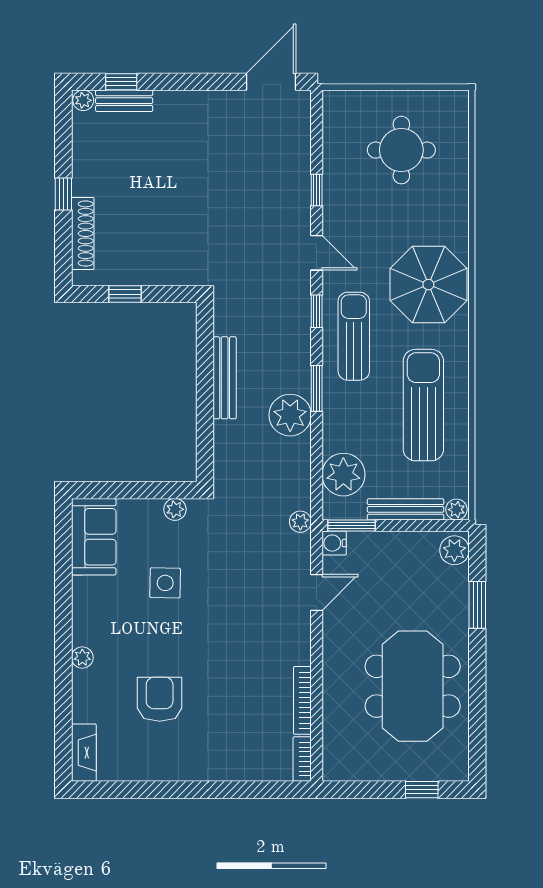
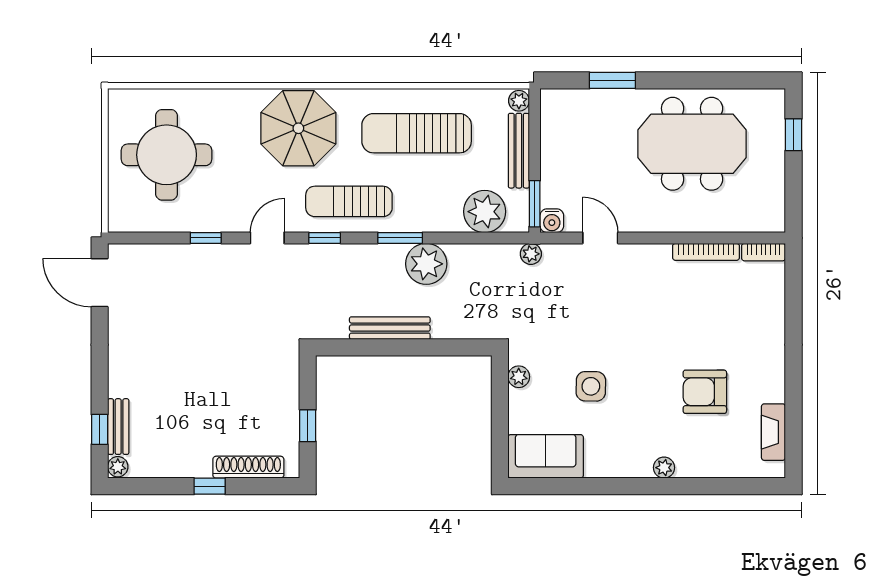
round table: (401, 150) -> (167, 155), width x1.36, depth x1.36
plant: (454, 550) -> (559, 103), removed
fireplace: (84, 753) -> (773, 432), moved, turned -90

